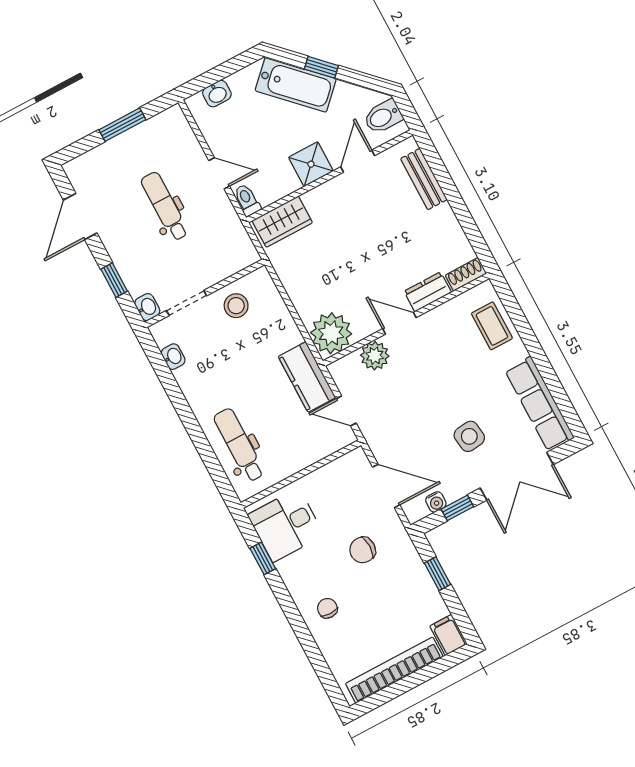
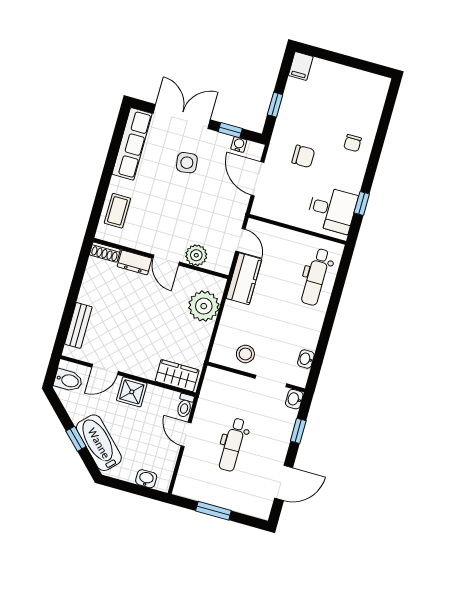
plant: (331, 333) -> (204, 306), moved
bookcase: (394, 670) -> (348, 75), removed

